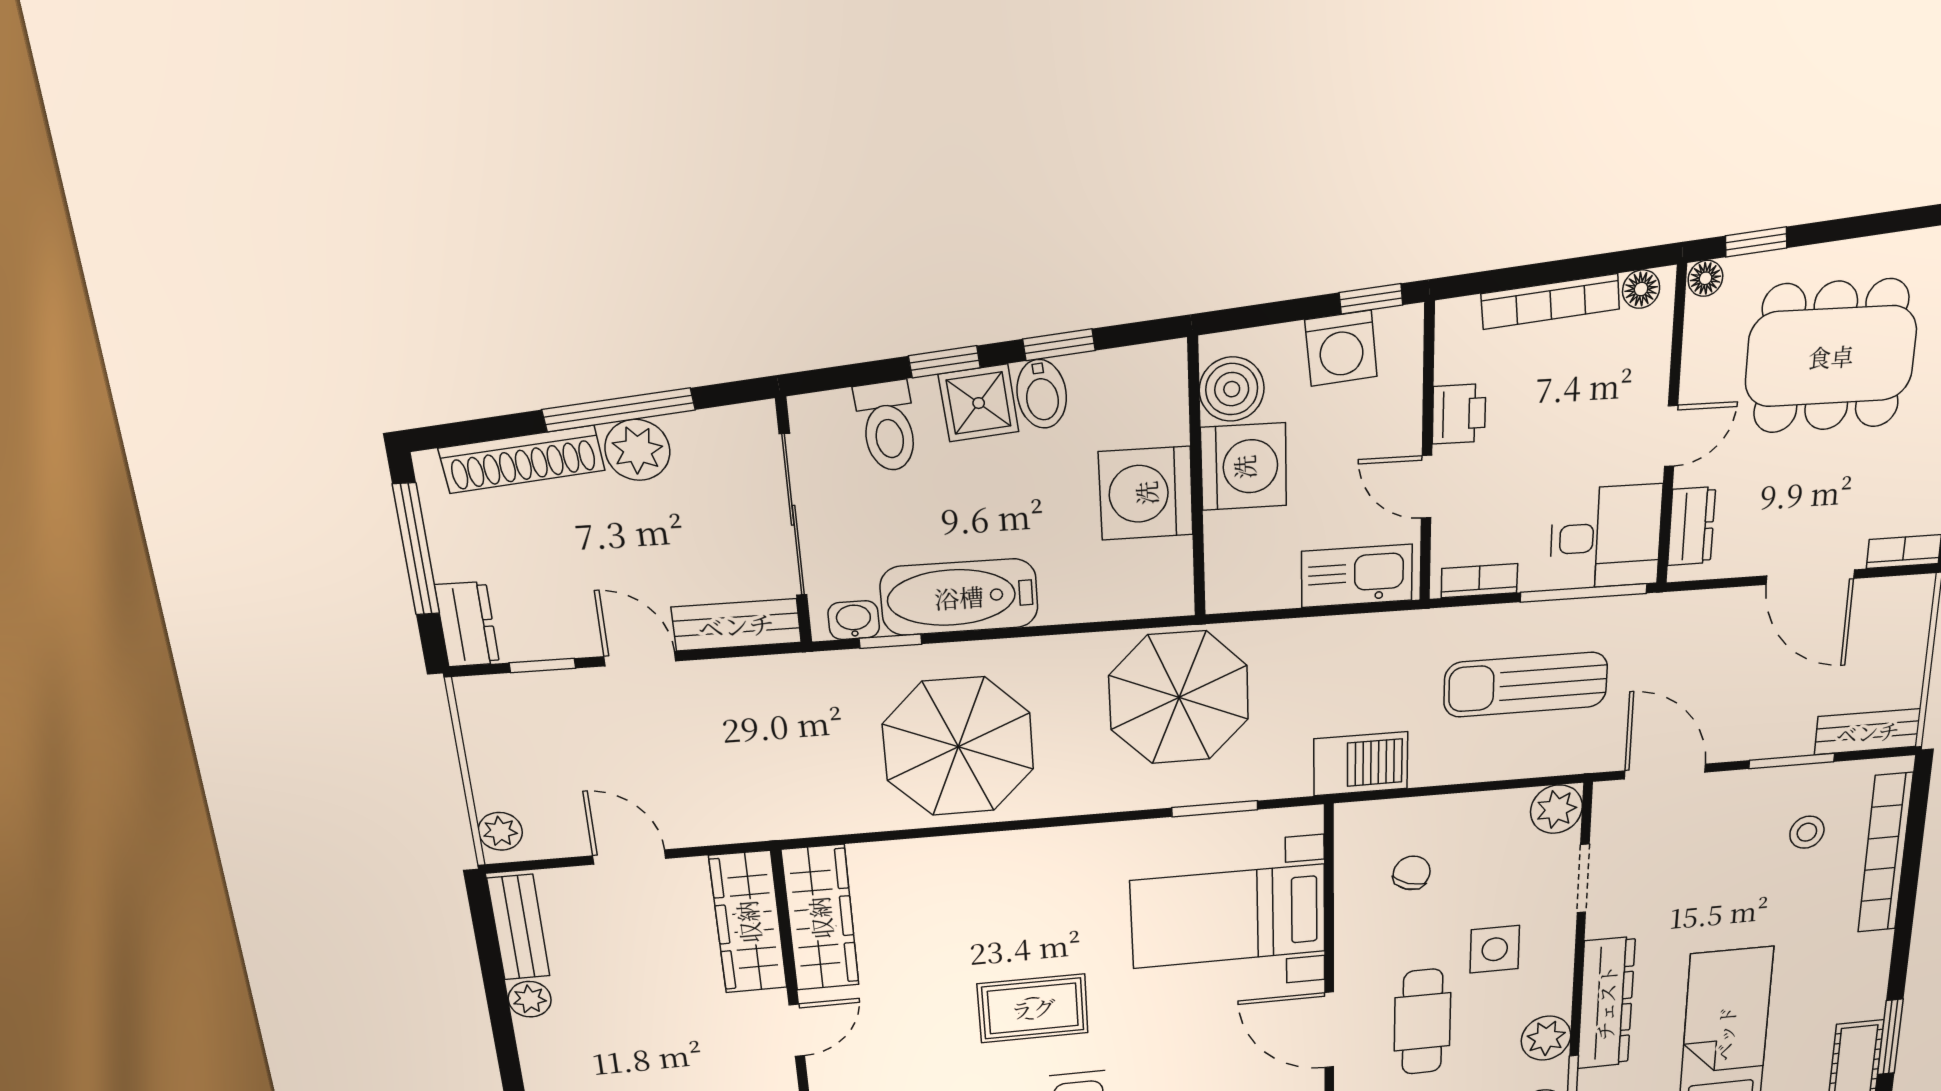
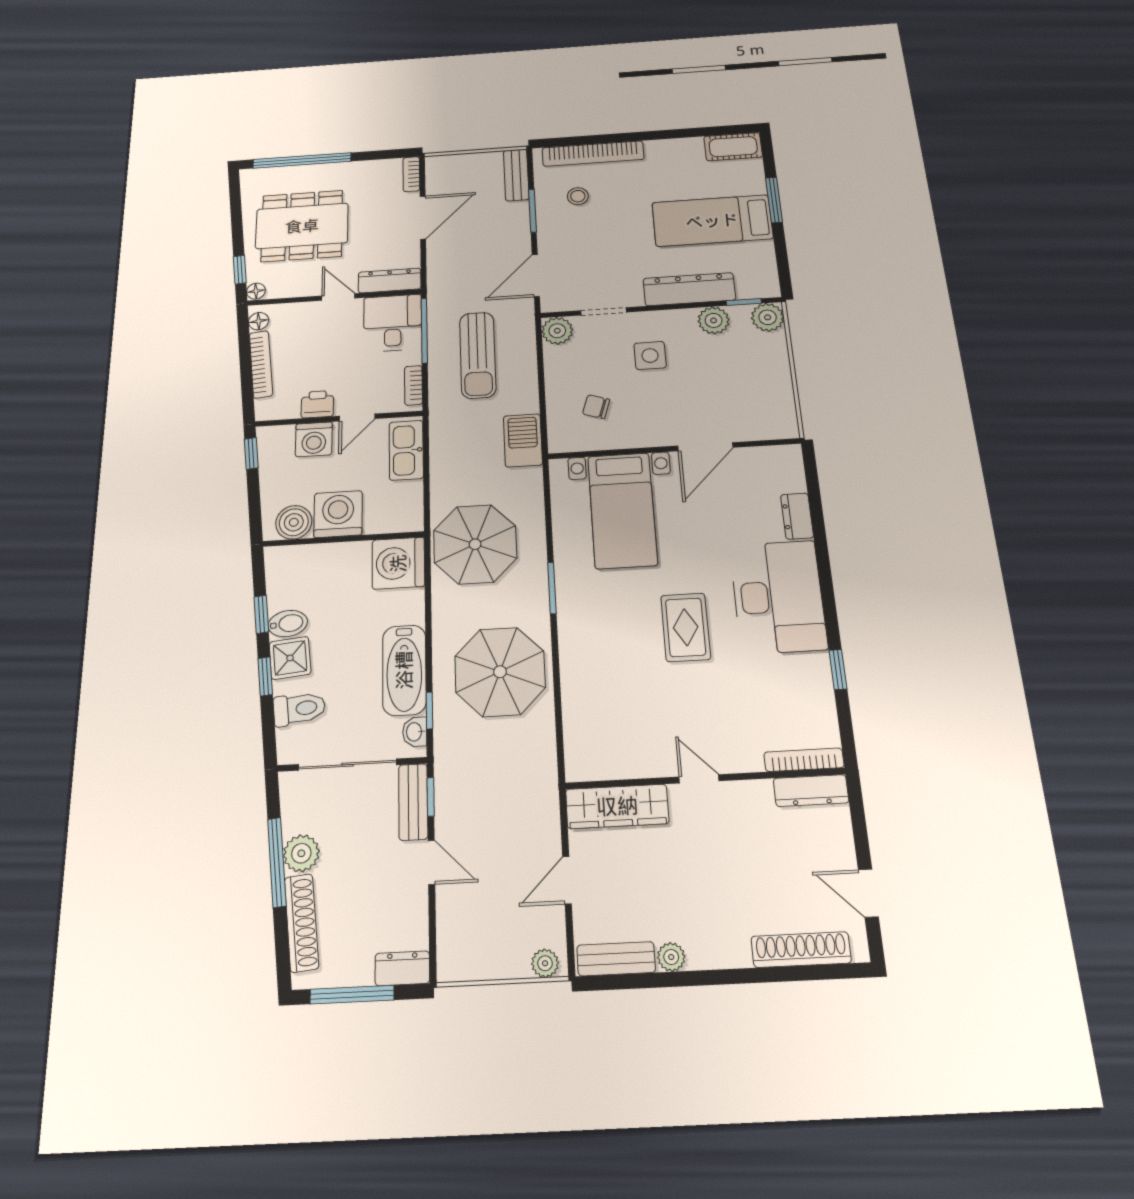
washing machine: (1341, 348) -> (314, 439), moved, turned 96
dining table: (1831, 356) -> (302, 226), turned 90
washing machine: (1146, 493) -> (398, 563), moved, turned 90
dresser: (1691, 526) -> (390, 281), width x1.44
door: (640, 659) -> (431, 862), swing flipped
window: (542, 666) -> (431, 797), moved
window: (1215, 809) -> (552, 588), moved
wardrobe: (820, 918) -> (615, 760), removed
cafe table: (1422, 1022) -> (700, 392), removed
window: (1890, 1037) -> (716, 131), removed

